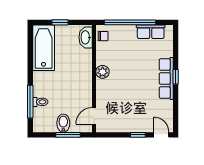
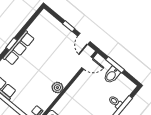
door: (161, 135) -> (84, 39), moved

